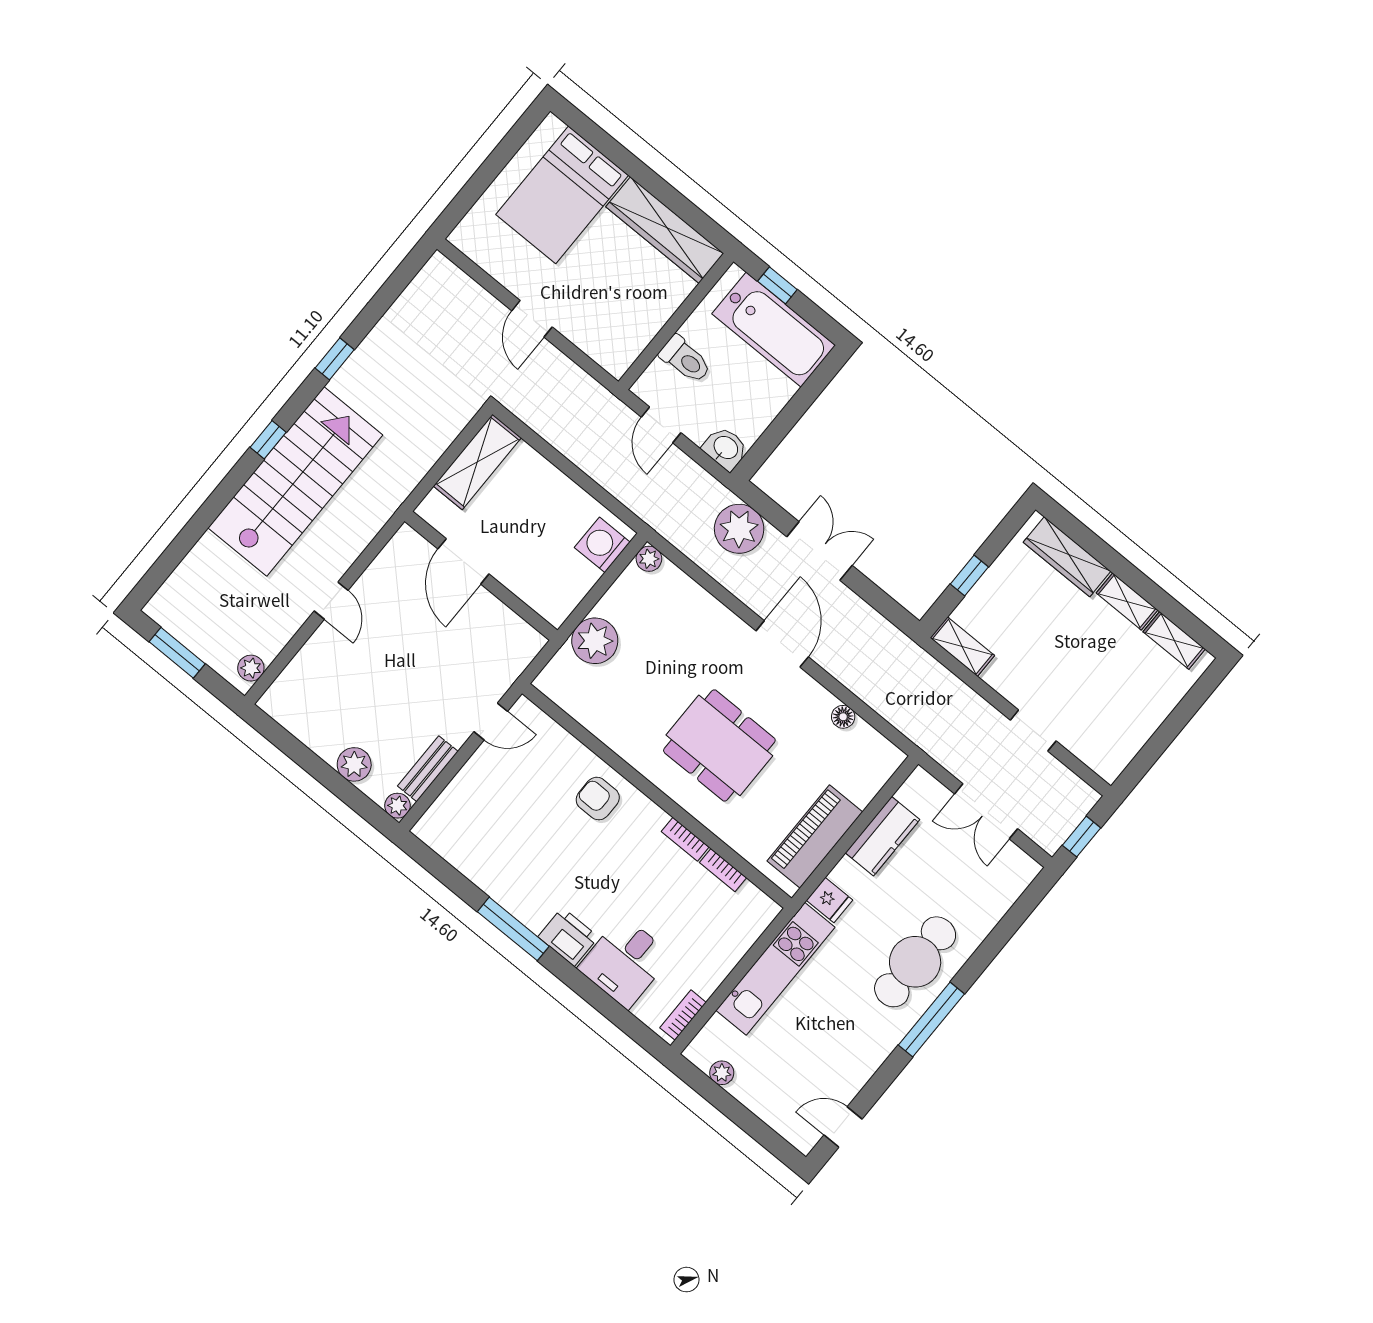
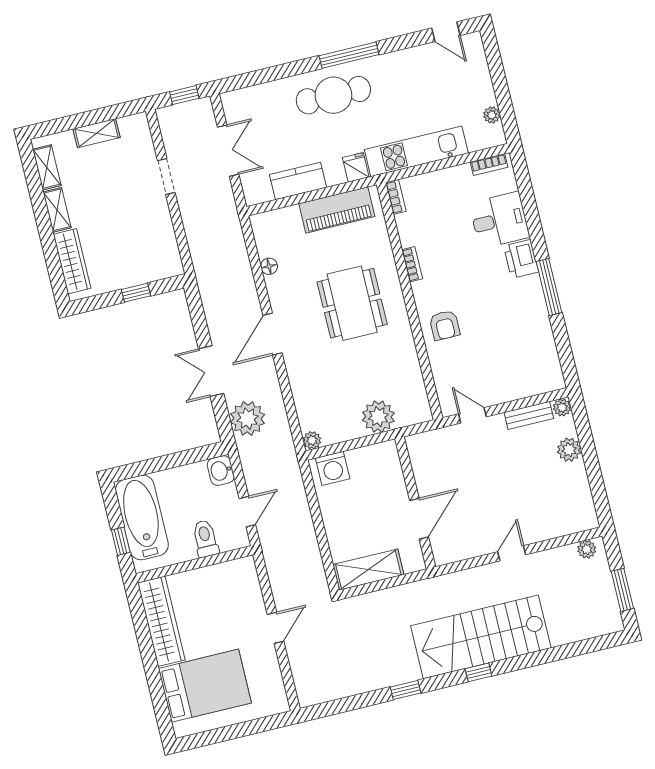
shelving: (962, 647) -> (97, 133), moved, turned 90
bookcase: (723, 870) -> (396, 197), moved

